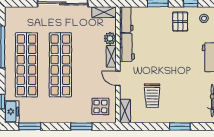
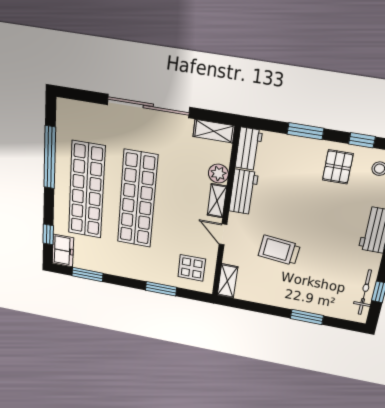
trolley: (152, 96) -> (279, 250), moved, turned 96

